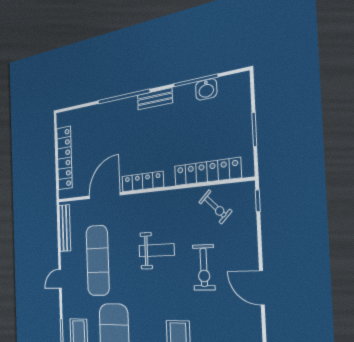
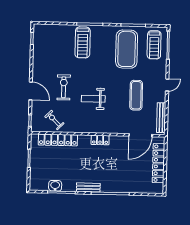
locker: (143, 182) -> (100, 140), width x0.66
door: (105, 196) -> (140, 135), moved
exercise mat: (98, 260) -> (136, 95), width x0.73, depth x0.69
door: (262, 288) -> (31, 91), moved

